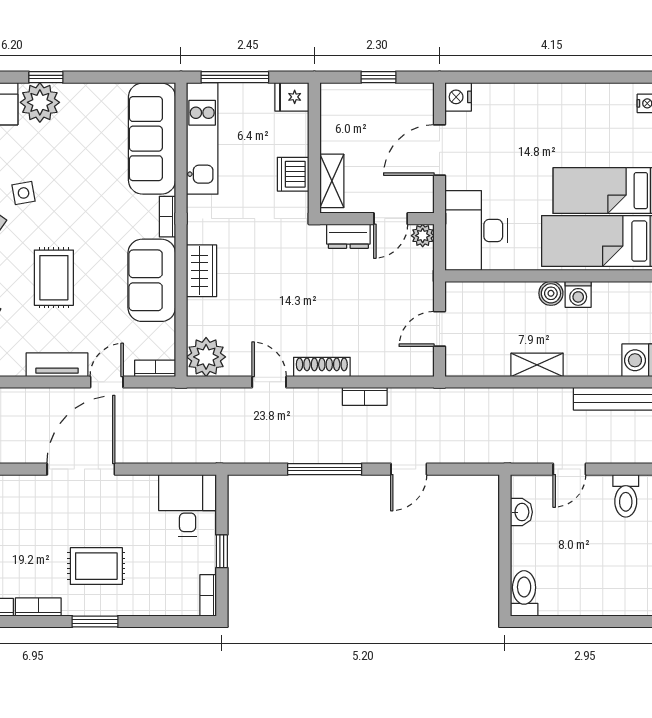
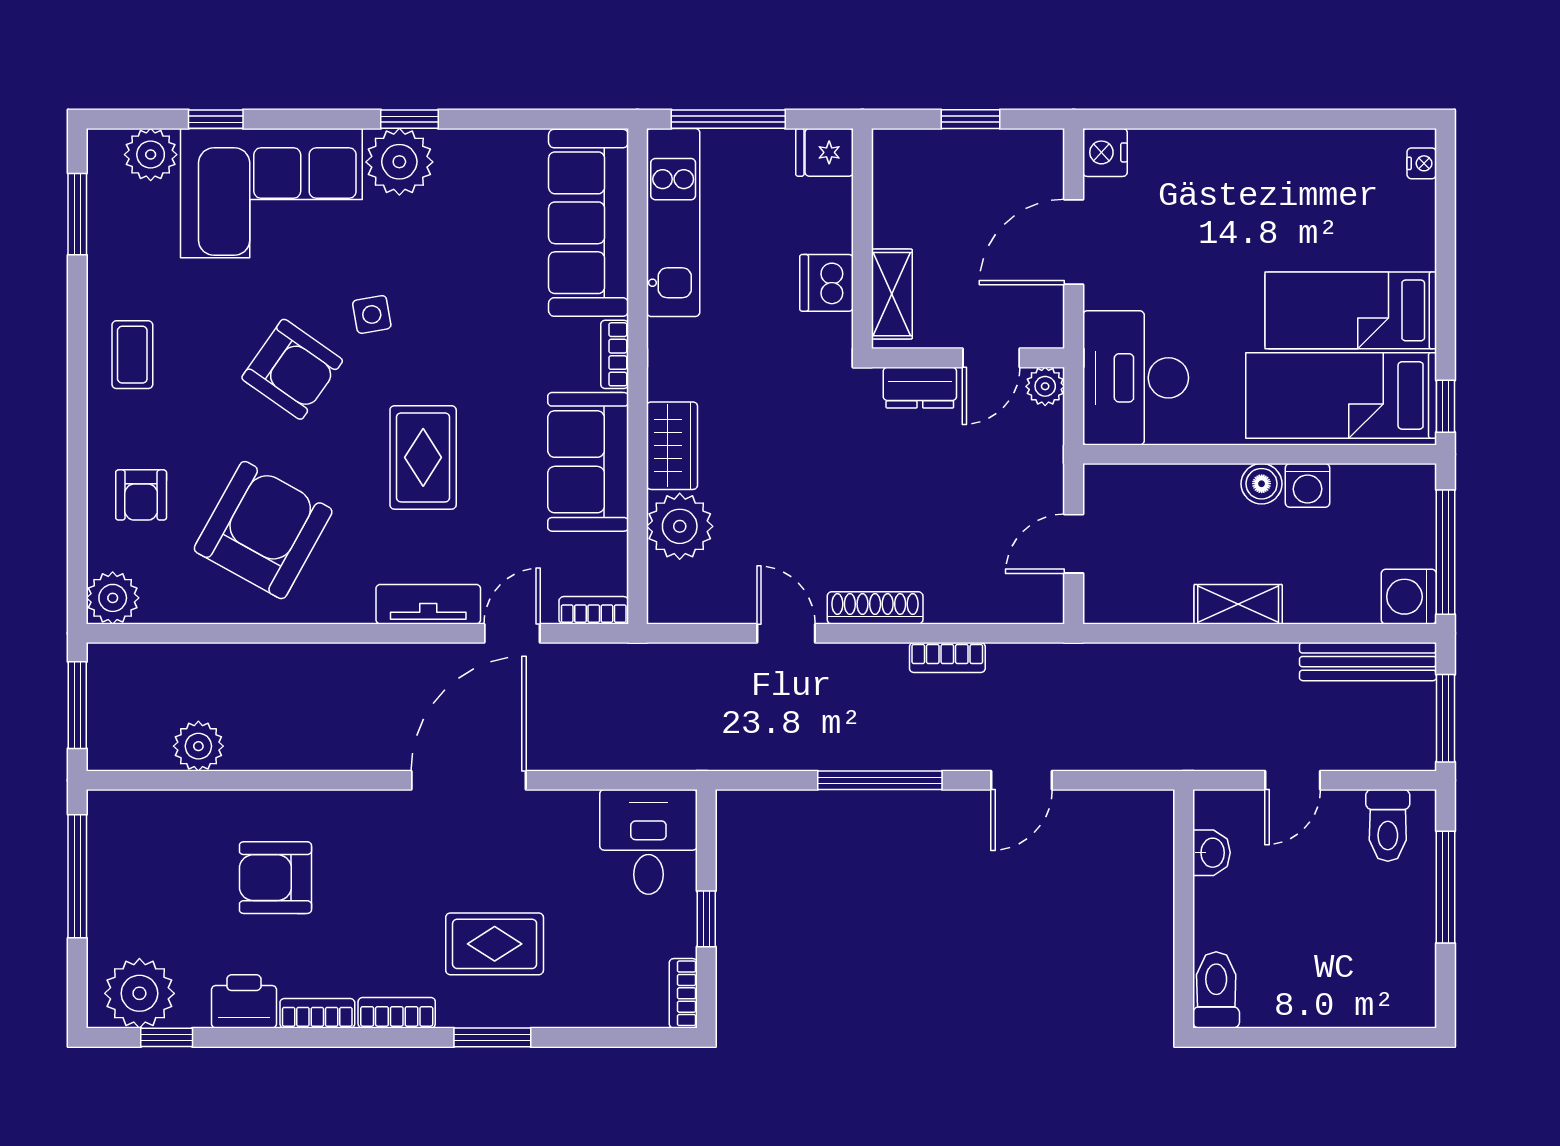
plant: (206, 357) -> (680, 526), moved

